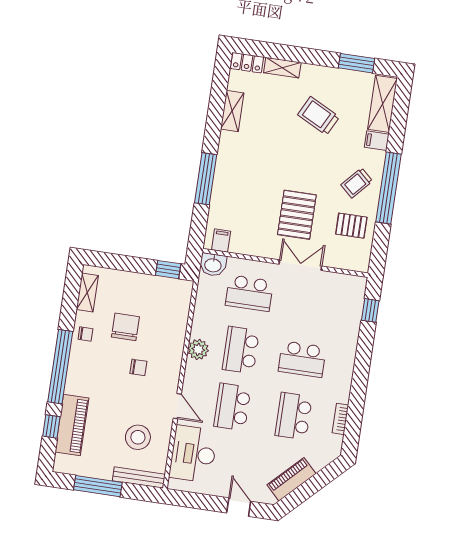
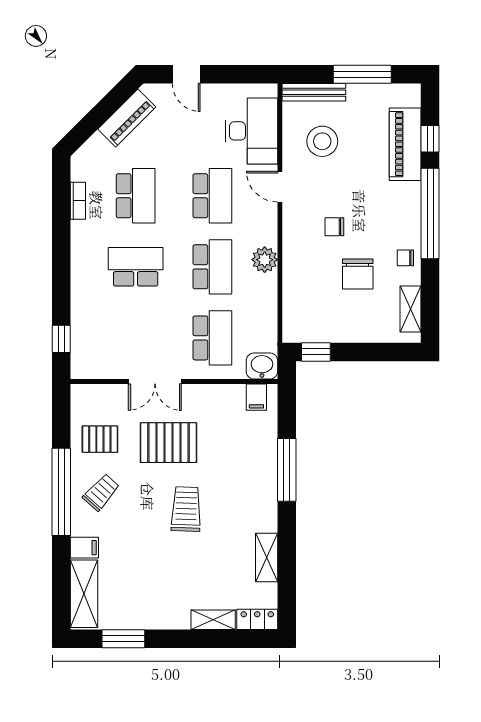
trolley: (318, 116) -> (186, 509), moved, turned -115
pallet: (297, 215) -> (168, 443), turned 90
school desk: (249, 293) -> (212, 338), turned 90

